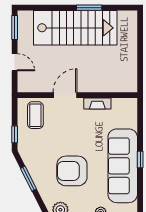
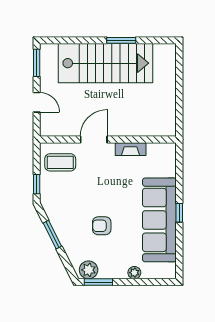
coffee table: (35, 115) -> (60, 162), turned 90
armchair: (72, 171) -> (102, 226), width x0.53, depth x0.53

